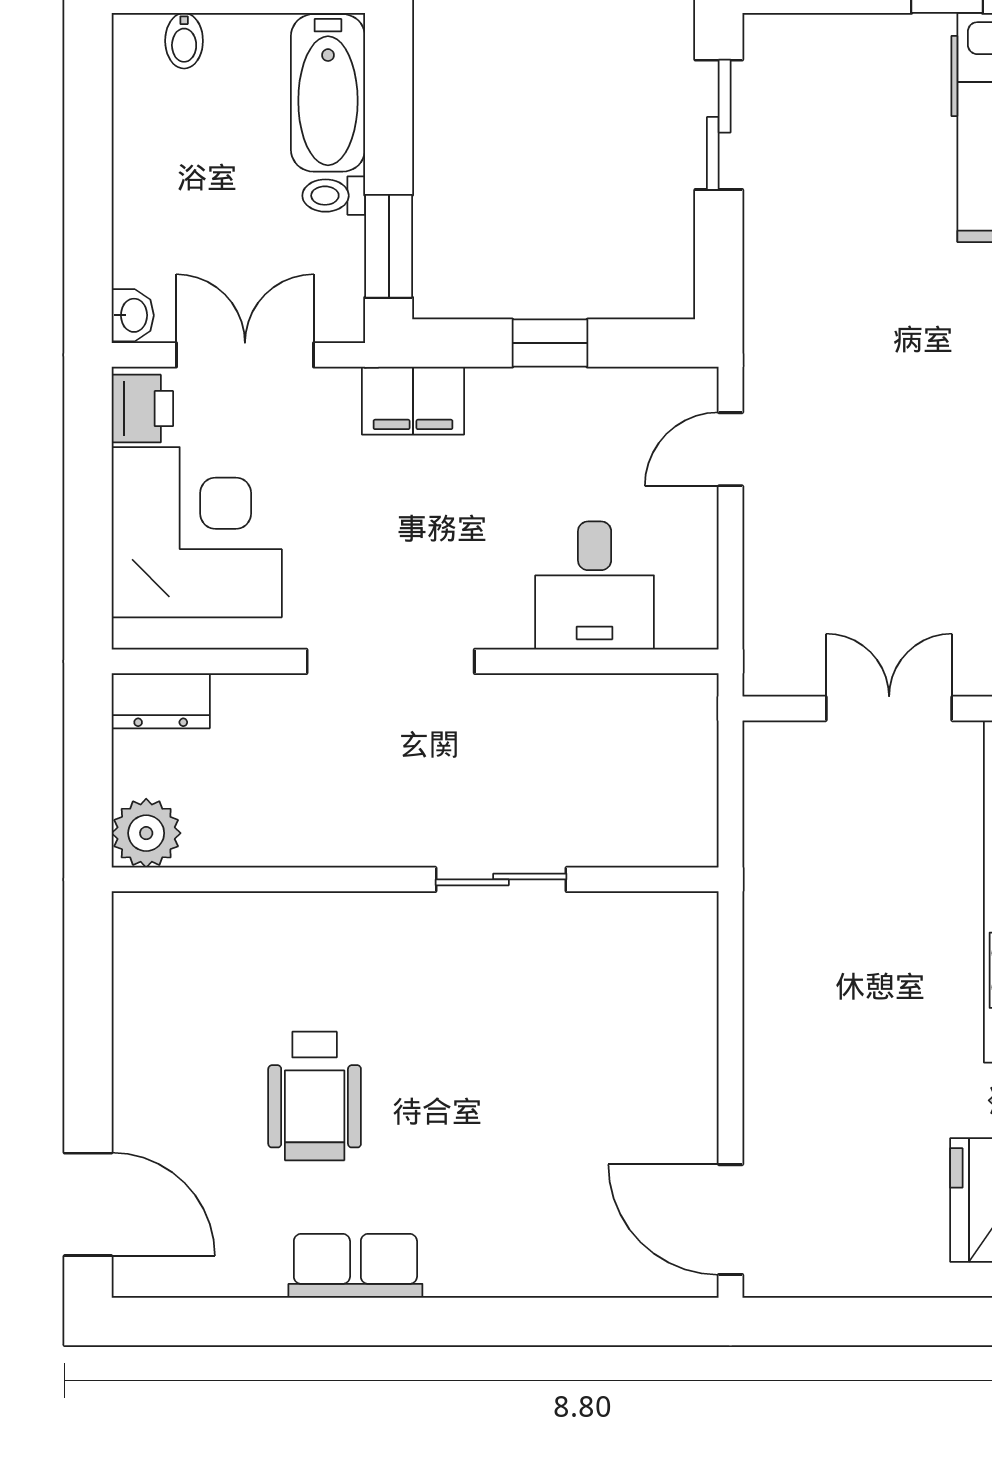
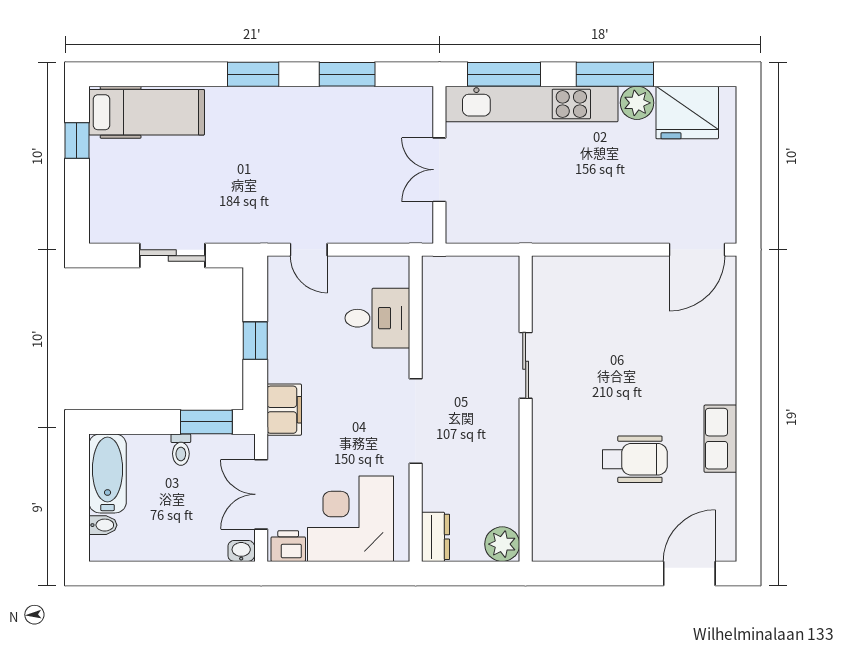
bathtub: (328, 93) -> (108, 473), moved, turned -90
sliding door: (719, 125) -> (172, 256), moved

